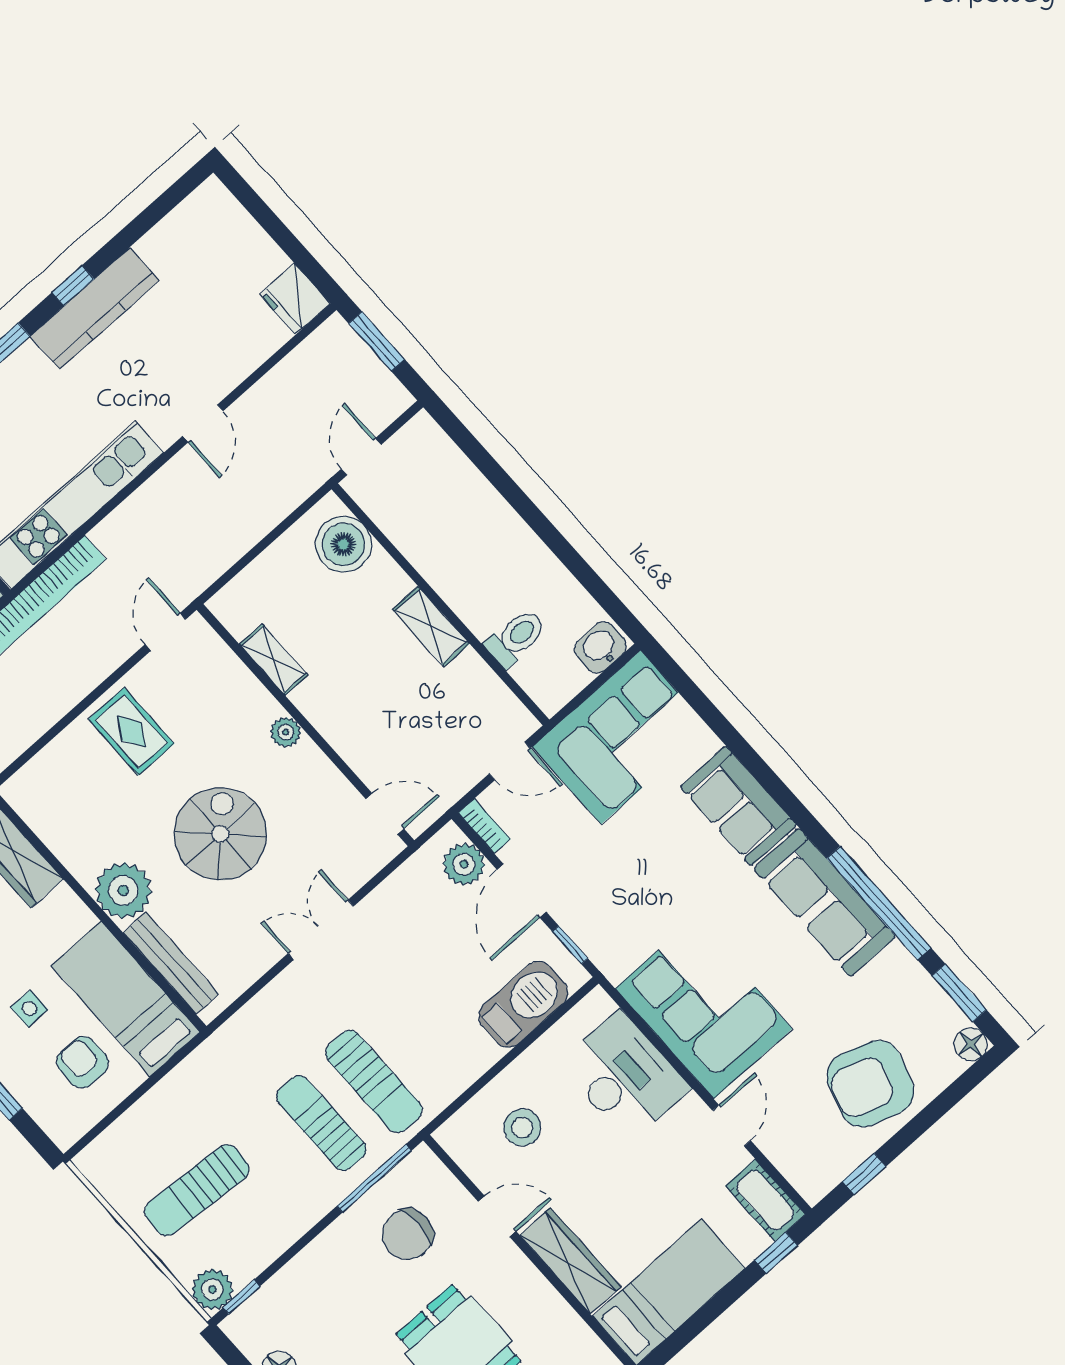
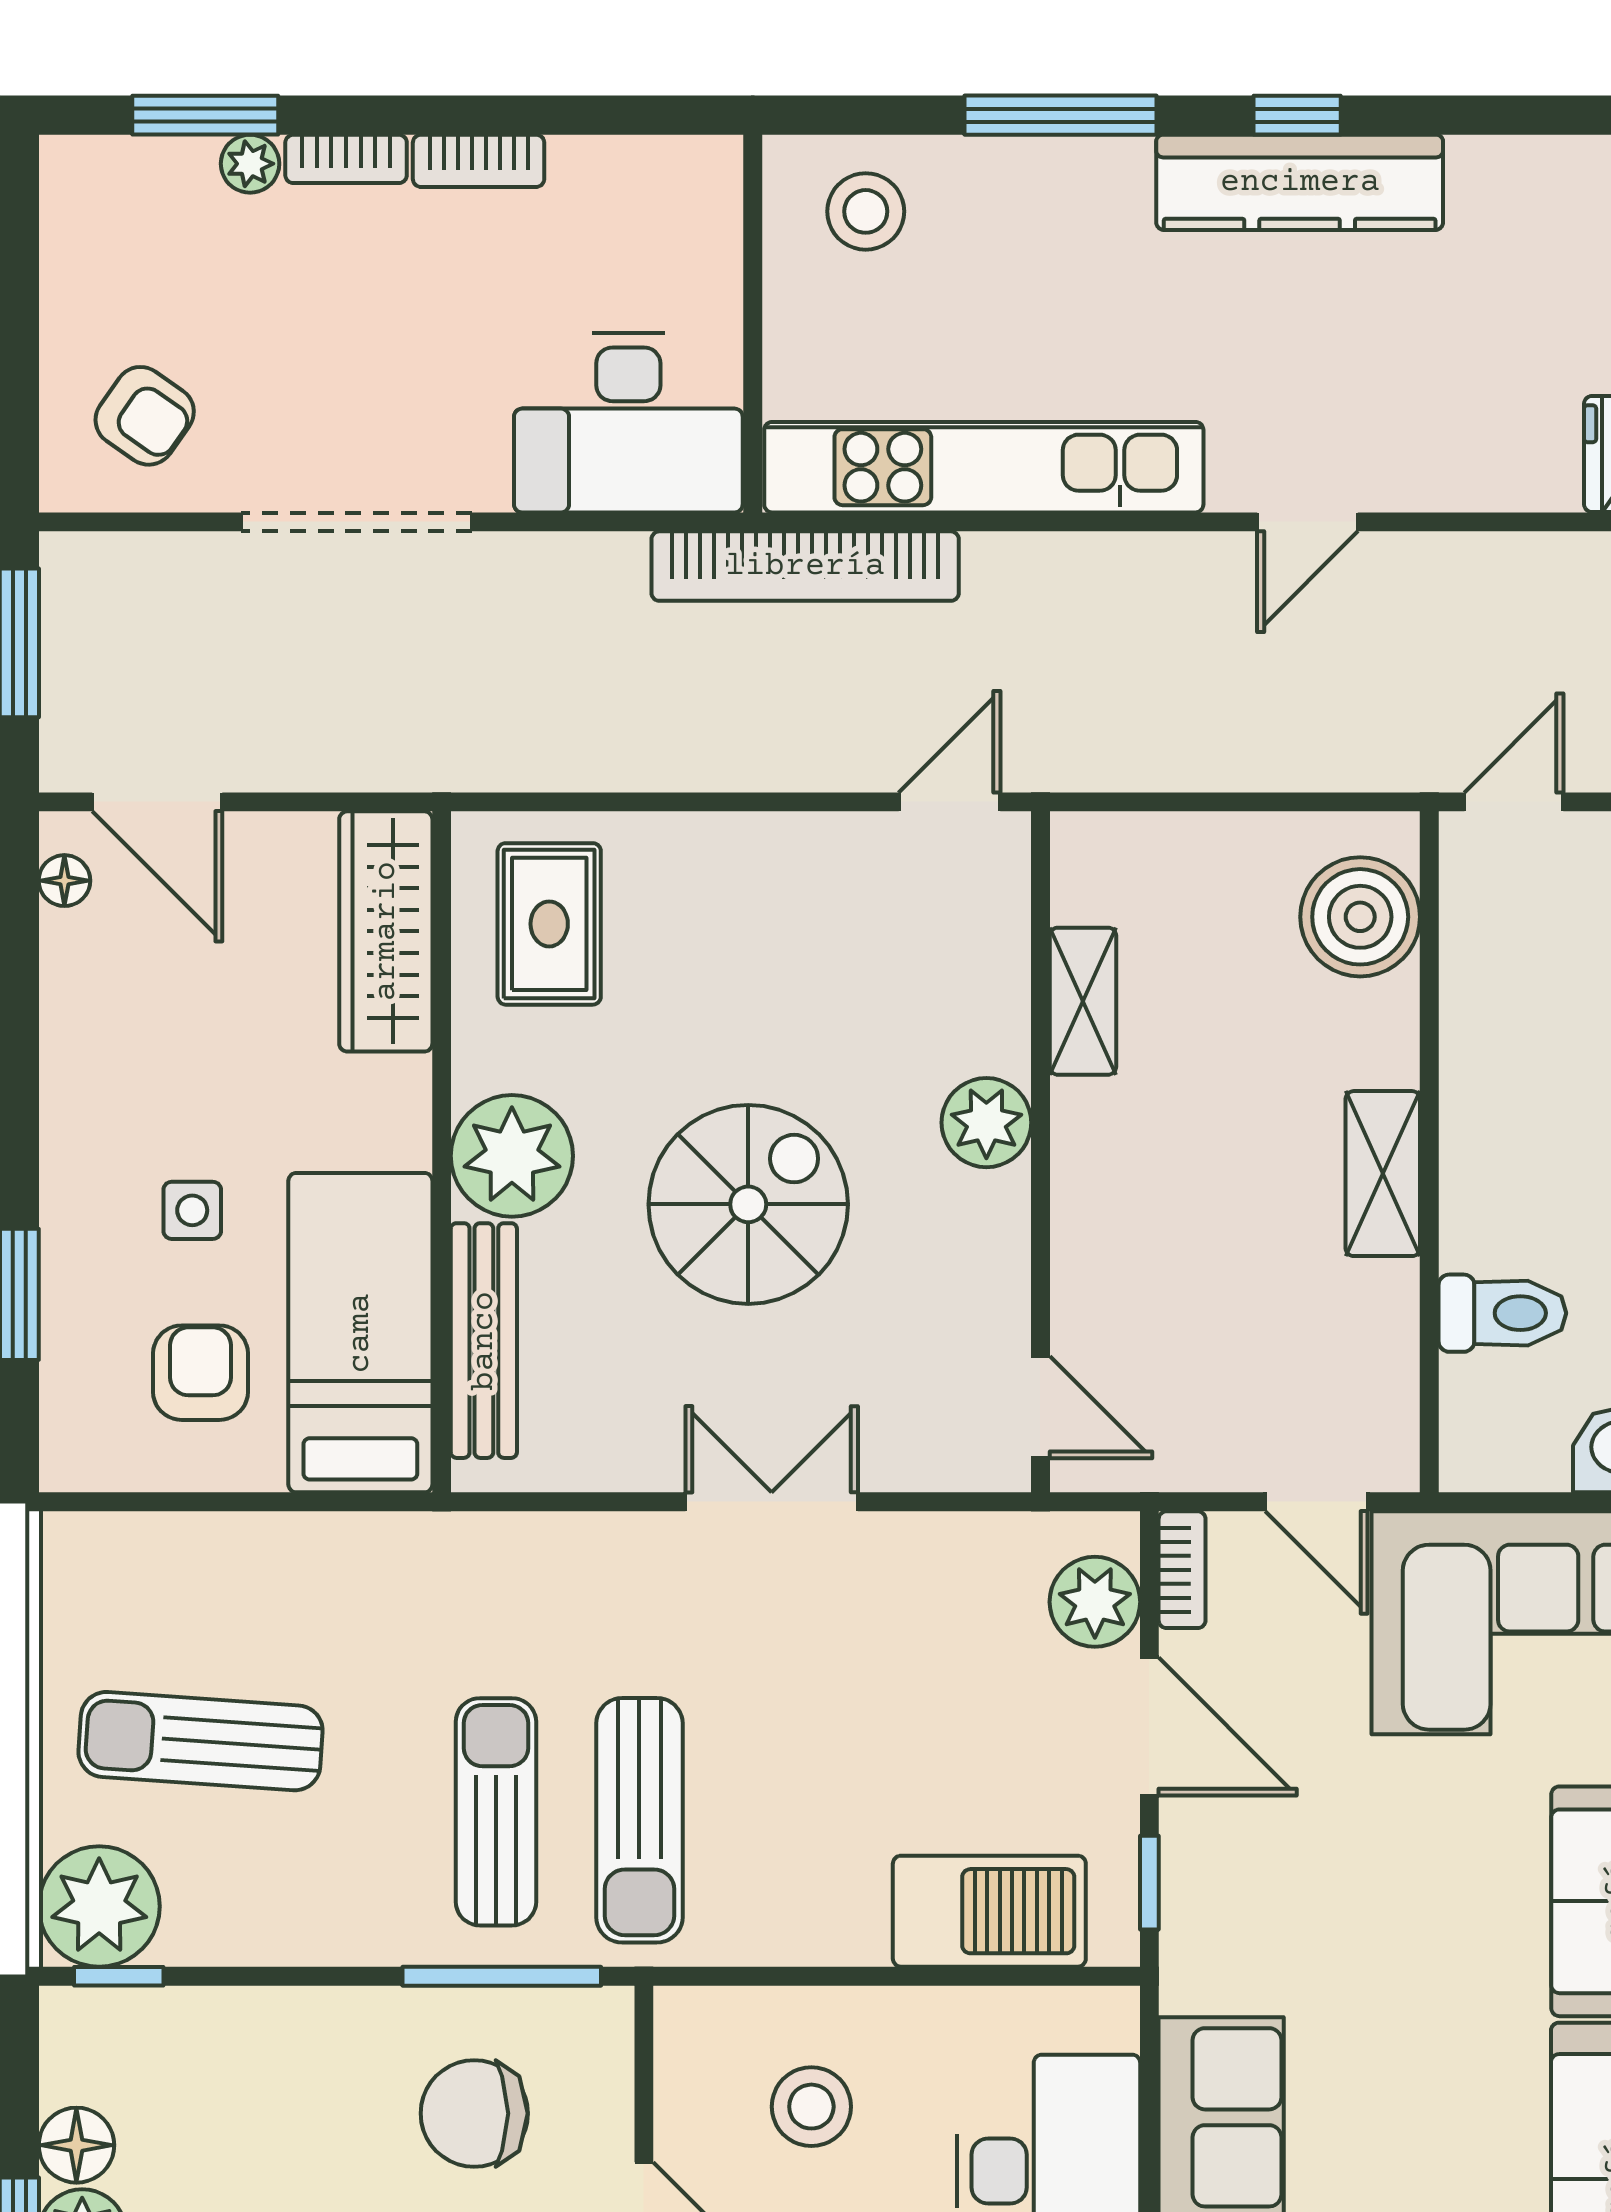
rug: (131, 731) -> (549, 924), moved
plant: (286, 732) -> (986, 1123), width x1.38, depth x1.38
door: (522, 891) -> (1149, 1726), swing flipped
plant: (212, 1290) -> (99, 1906), width x1.36, depth x1.36

